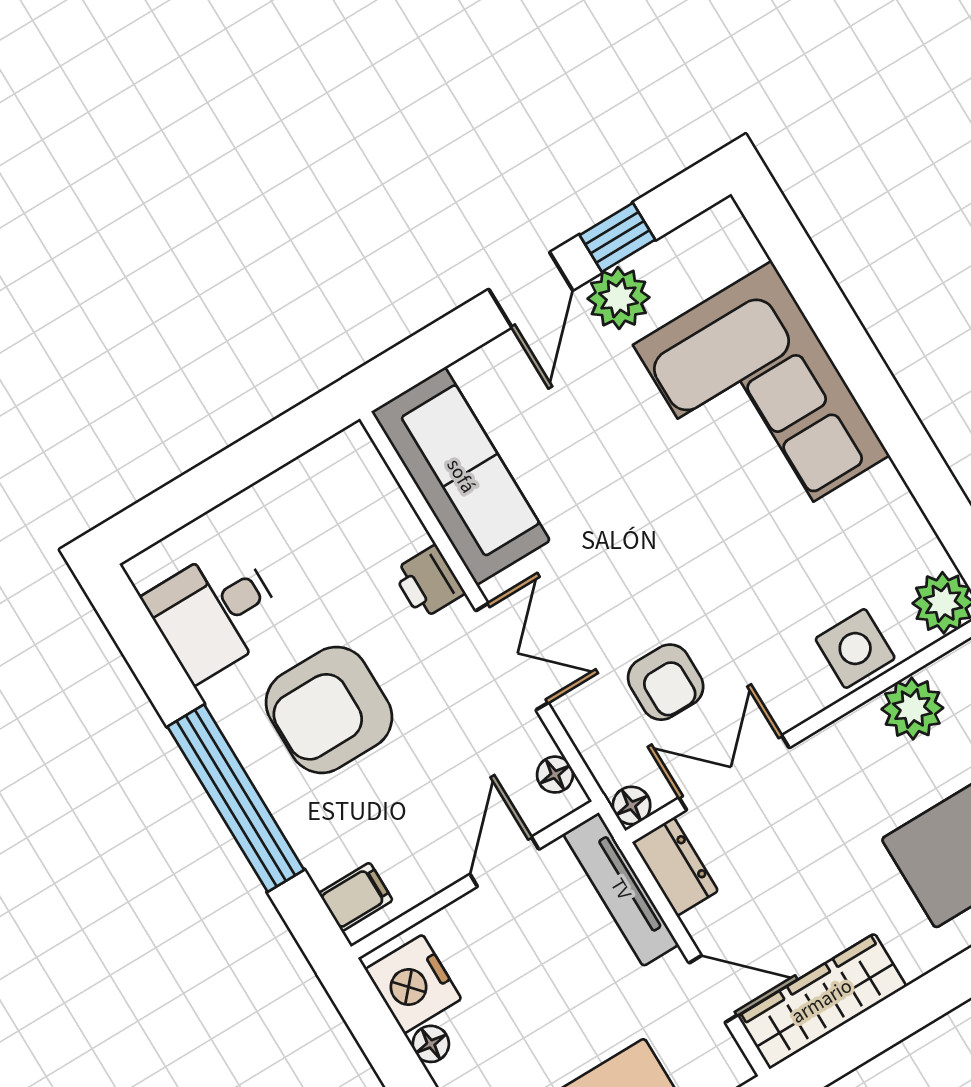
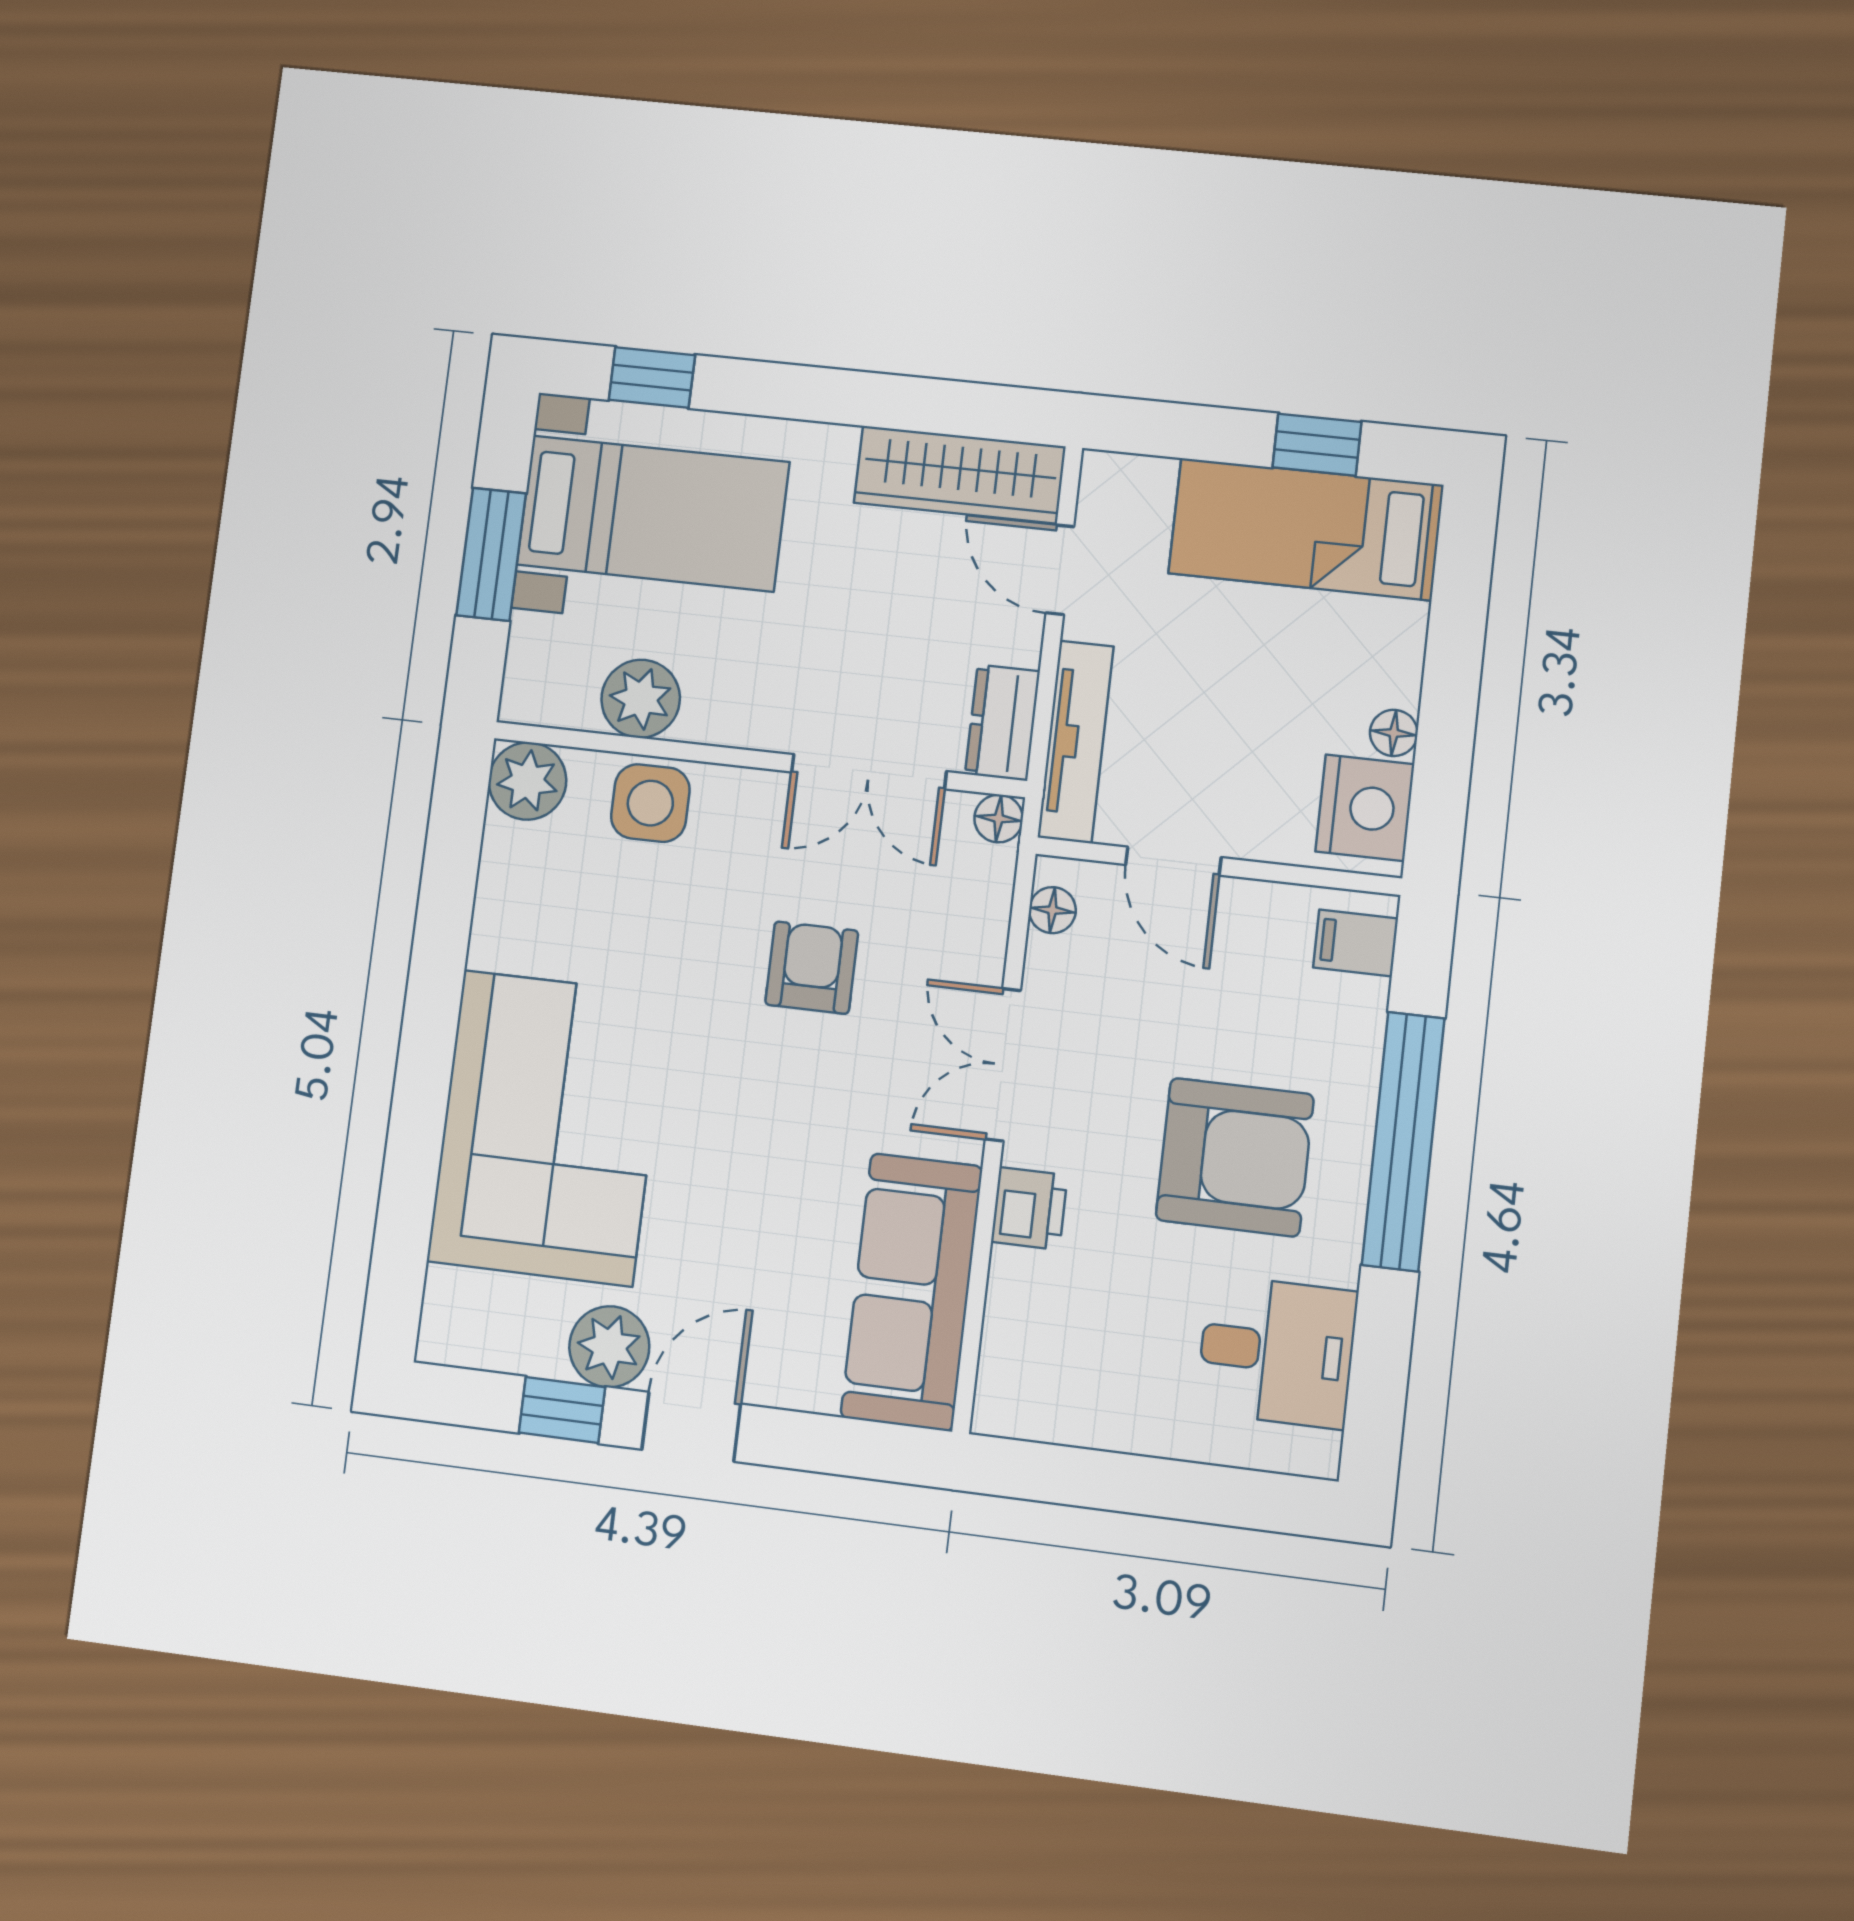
armchair: (666, 682) -> (812, 968), moved
door: (504, 862) -> (1173, 861), hinge flipped

